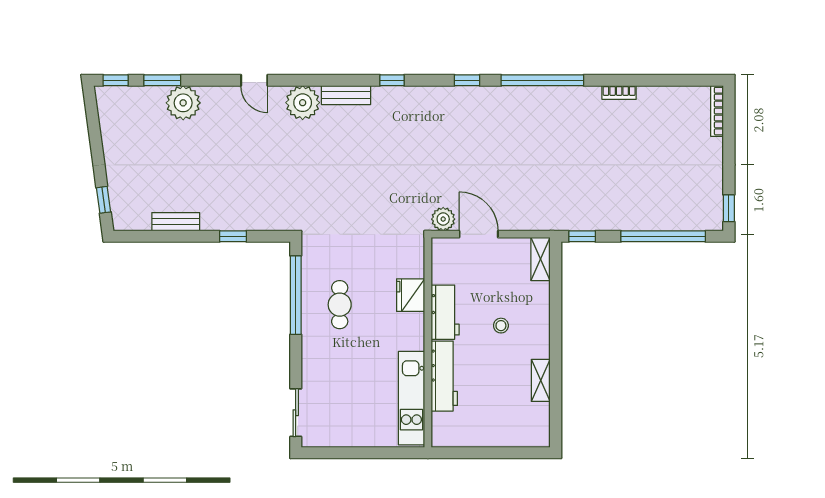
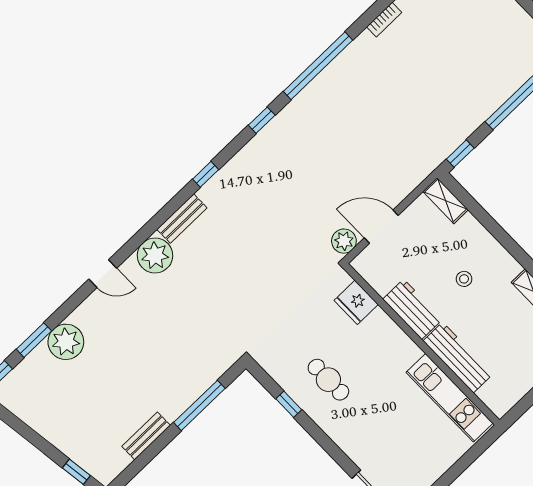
window: (233, 236) -> (199, 405), width x2.17
window: (296, 295) -> (289, 404), width x0.32
fridge: (411, 295) -> (356, 302), moved

